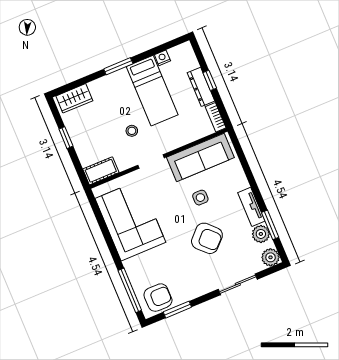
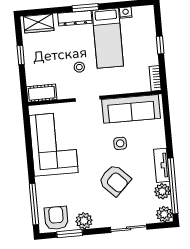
dresser: (201, 87) -> (75, 18), moved, turned -90
window: (270, 225) -> (173, 186), width x2.11
plant: (188, 291) -> (84, 221), added
armchair: (158, 298) -> (56, 218), turned -90

